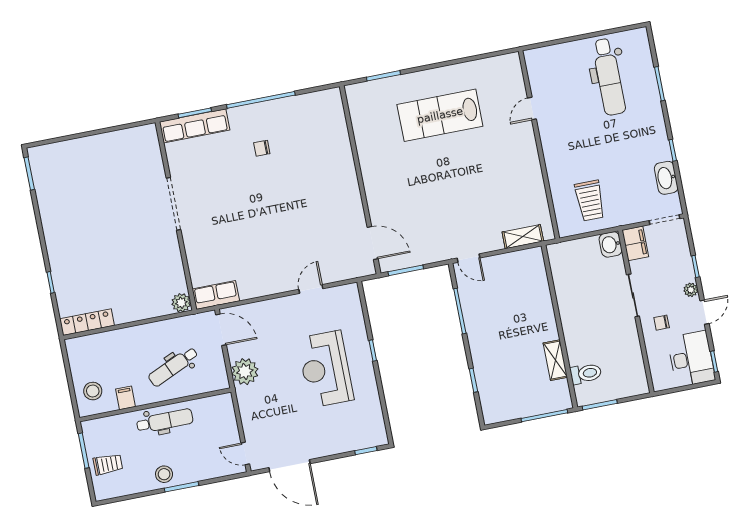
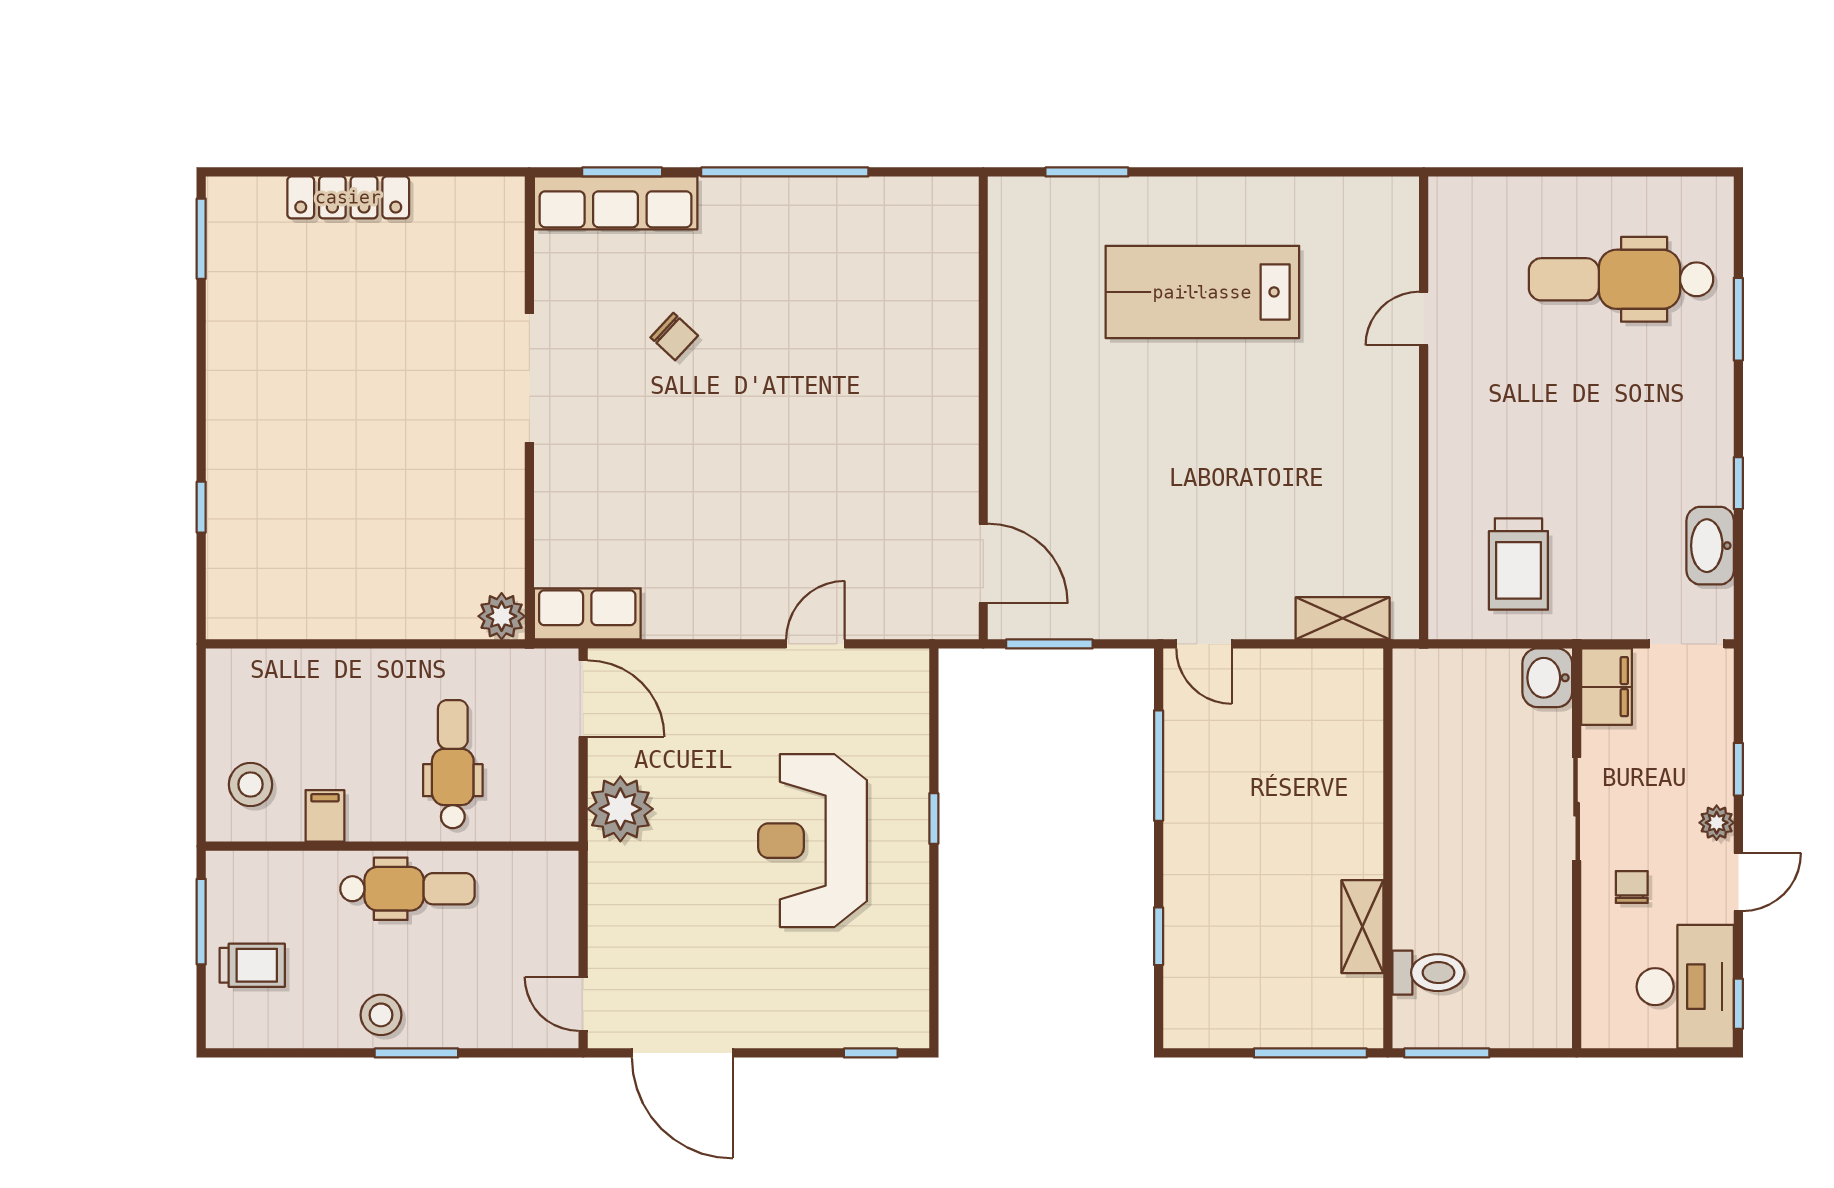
dental chair: (609, 77) -> (1621, 279), turned 90
chair: (262, 148) -> (674, 337), moved, turned -137
locker: (87, 322) -> (348, 197), moved, turned 180
chair: (662, 323) -> (1632, 887), turned 90
dental chair: (173, 367) -> (453, 764), turned 114

